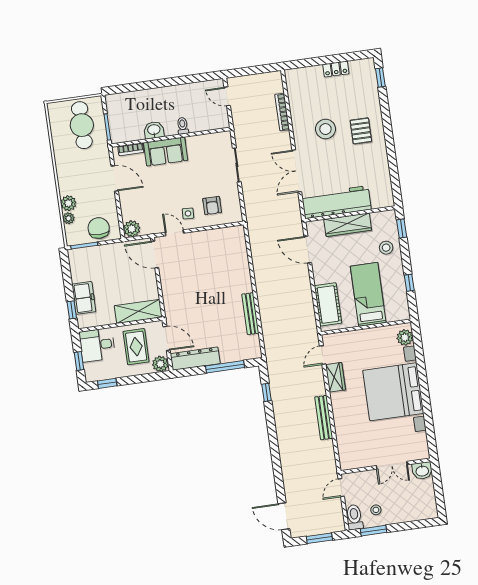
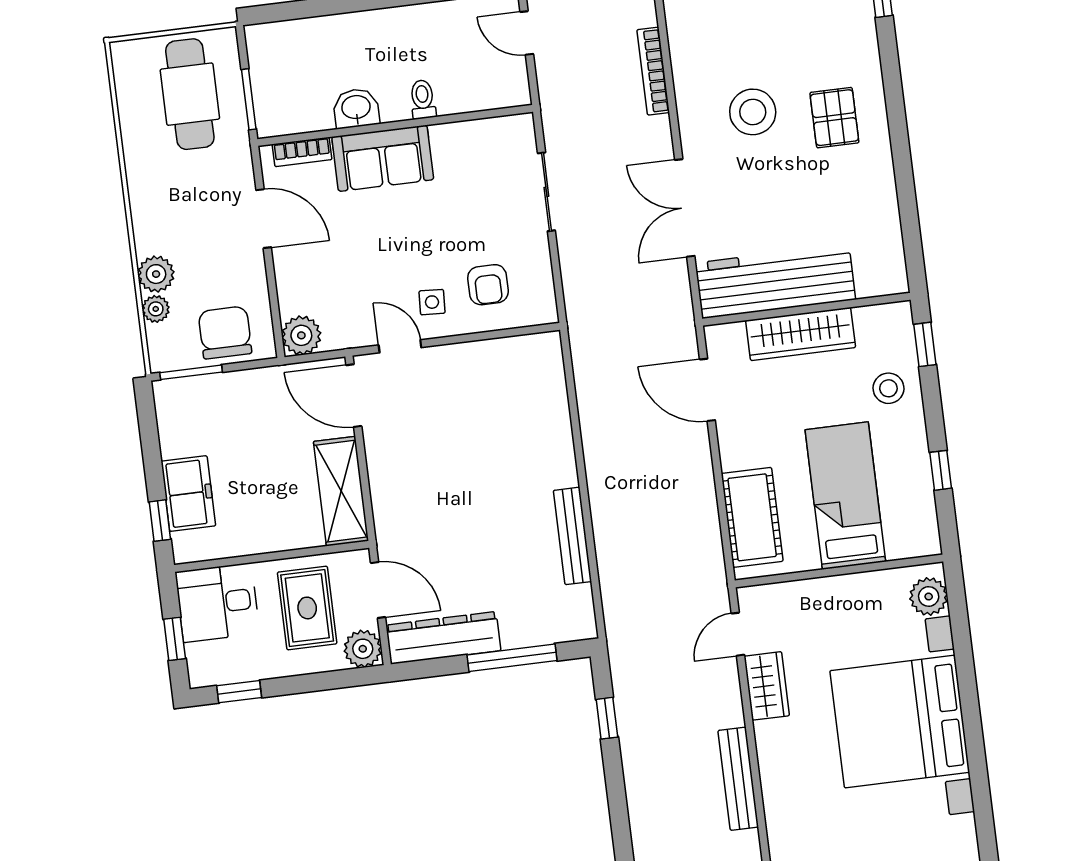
shelving: (138, 311) -> (341, 491), moved, turned 90

